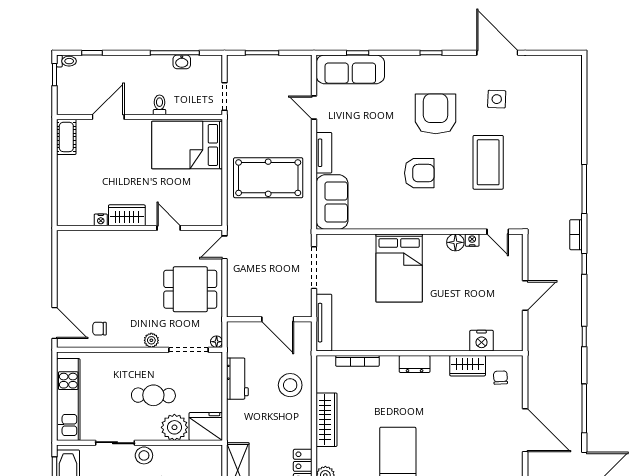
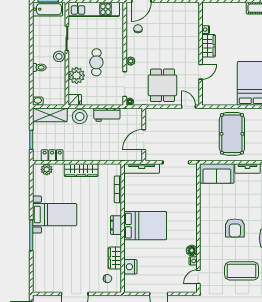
bed: (399, 268) -> (145, 226), moved, turned 180
stool: (290, 385) -> (80, 116), moved
fridge: (206, 427) -> (75, 100), width x0.53, depth x0.75

